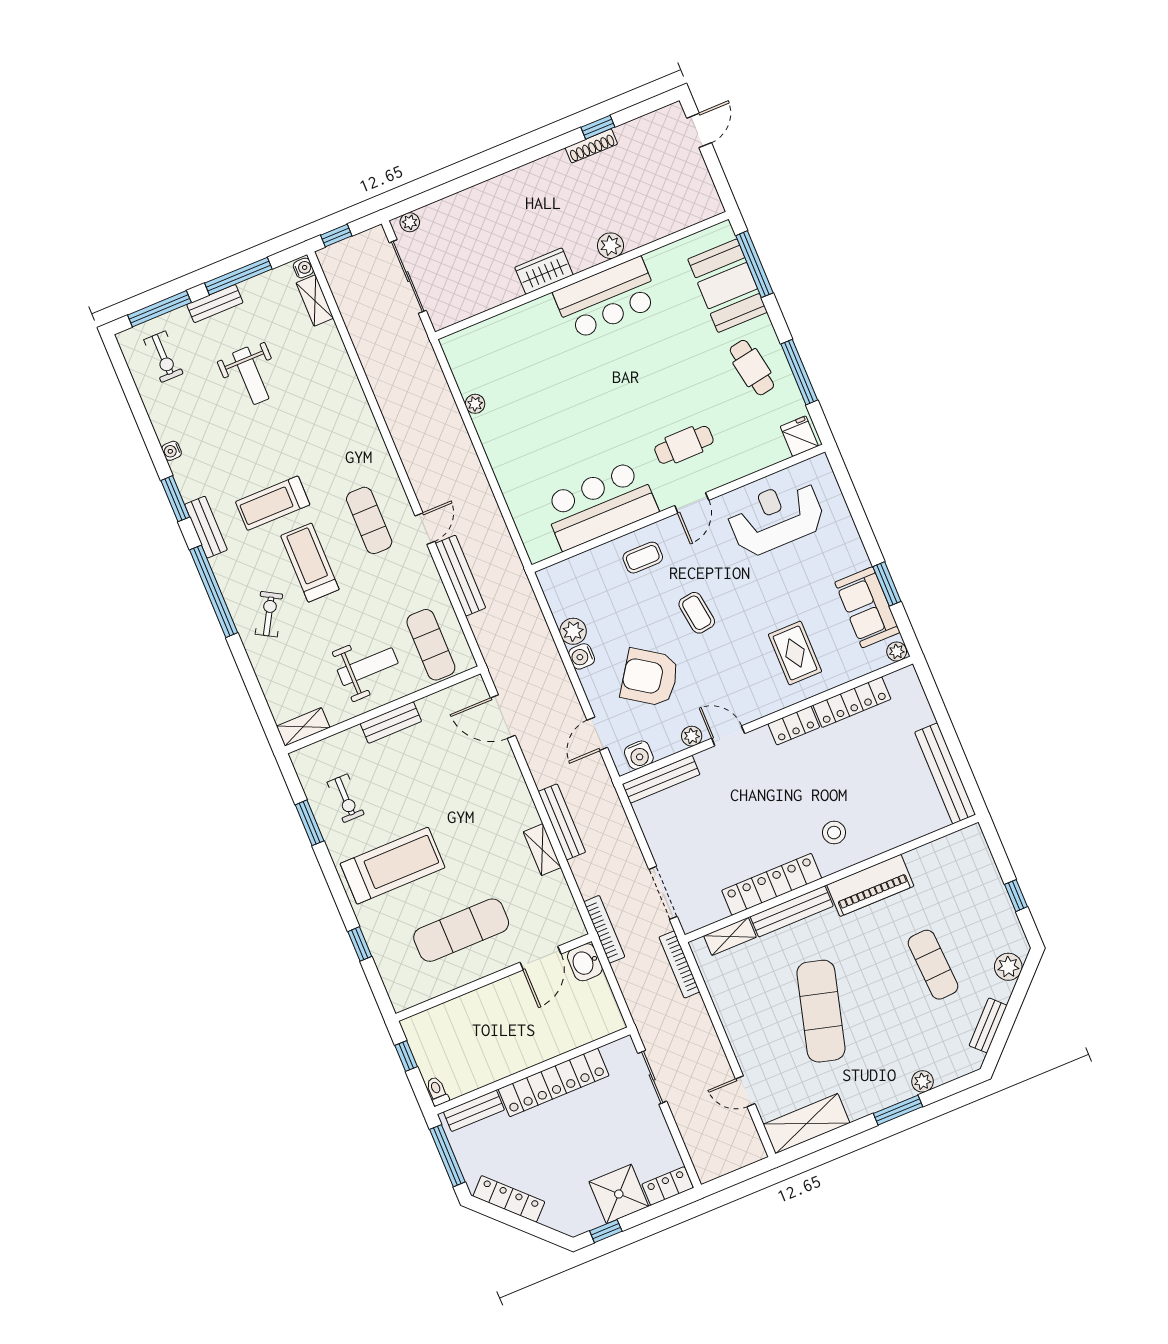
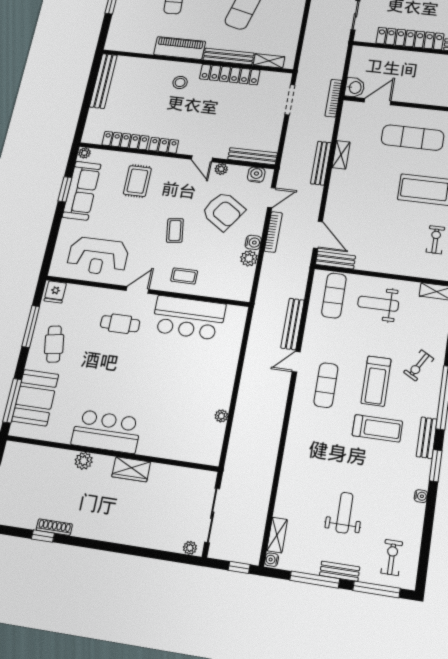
sofa: (867, 607) -> (82, 191), width x1.36
bench: (391, 722) -> (335, 260), moved
bookcase: (679, 964) -> (273, 232), moved

